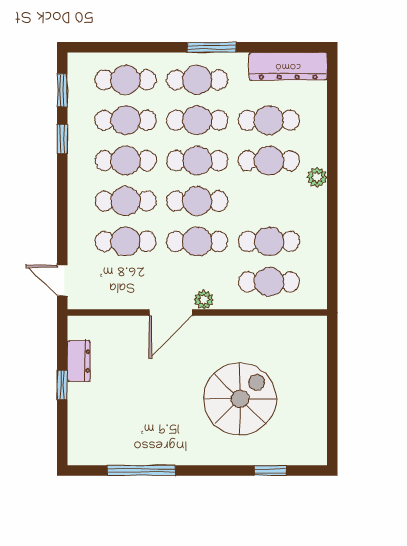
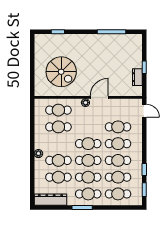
cafe table: (197, 241) -> (88, 127), removed
spiral stairs: (240, 399) -> (61, 72), moved, turned -90

